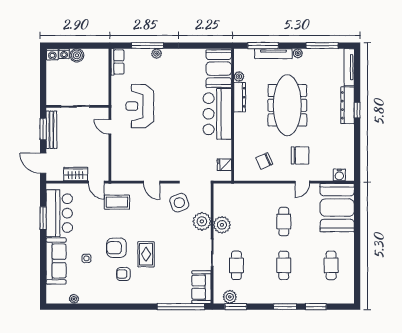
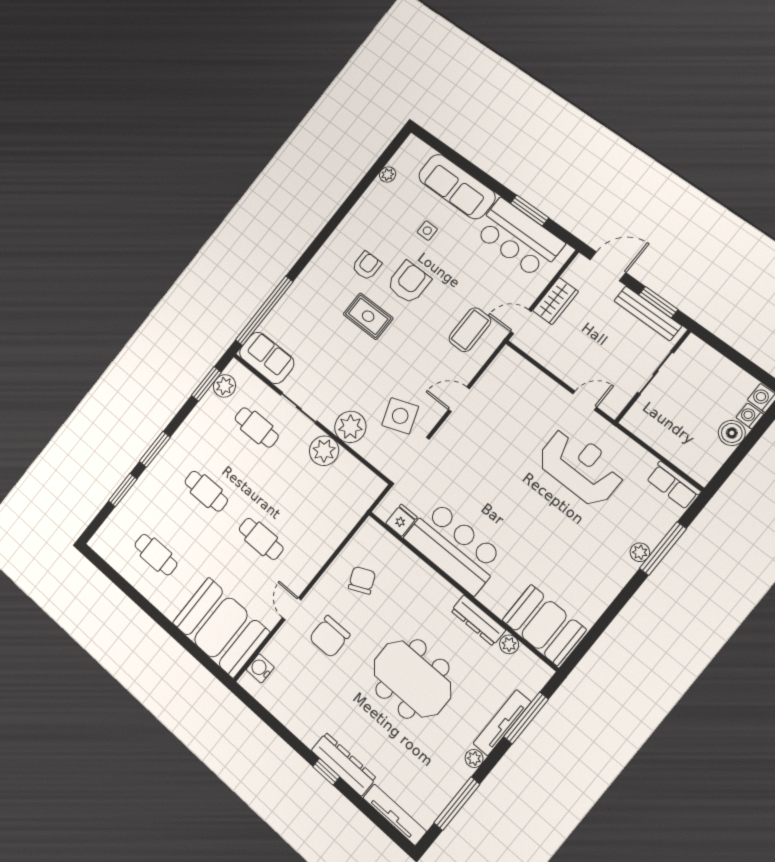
meeting table: (287, 105) -> (412, 679), width x0.73
bar counter: (217, 114) -> (454, 547), moved

